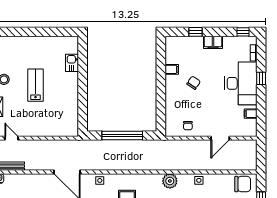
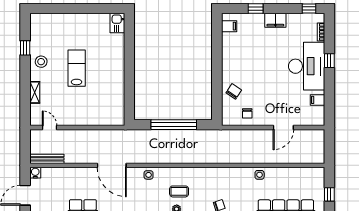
kitchen sink: (72, 63) -> (117, 23), moved
filing cabinet: (172, 69) -> (229, 26), moved
chair: (194, 83) -> (234, 91), moved
plant: (170, 181) -> (227, 176), removed
chair: (243, 184) -> (309, 179), removed

